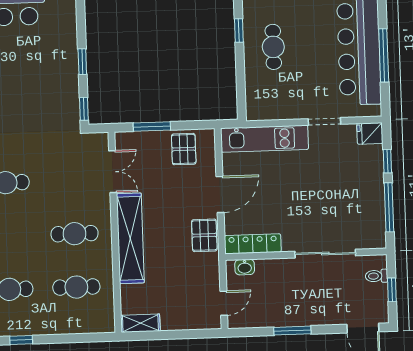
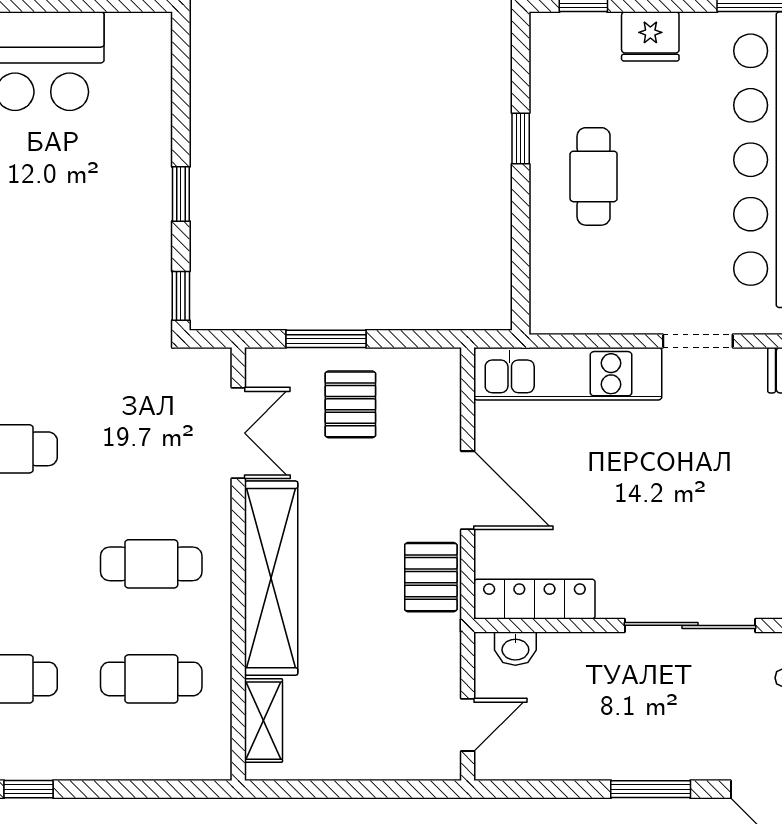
pallet: (184, 149) -> (350, 404), moved
door: (220, 194) -> (468, 490), hinge flipped
shelving: (140, 323) -> (263, 721), moved, turned 90
window: (292, 331) -> (651, 789), moved

